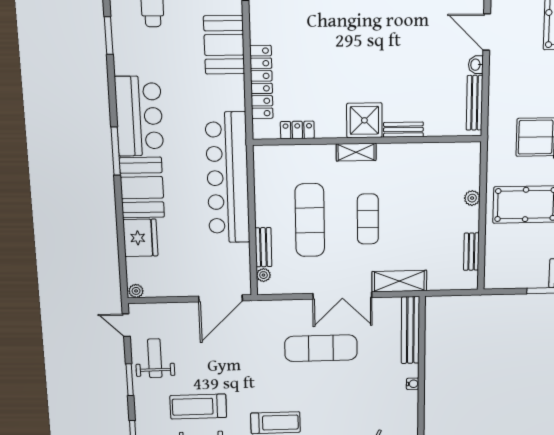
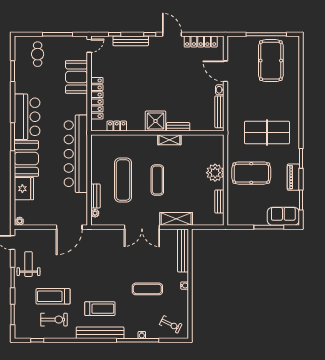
shelving: (356, 152) -> (169, 140), moved
plant: (472, 198) -> (215, 173), width x1.88, depth x1.88
exercise mat: (321, 348) -> (147, 289), moved, width x0.73, depth x0.69

